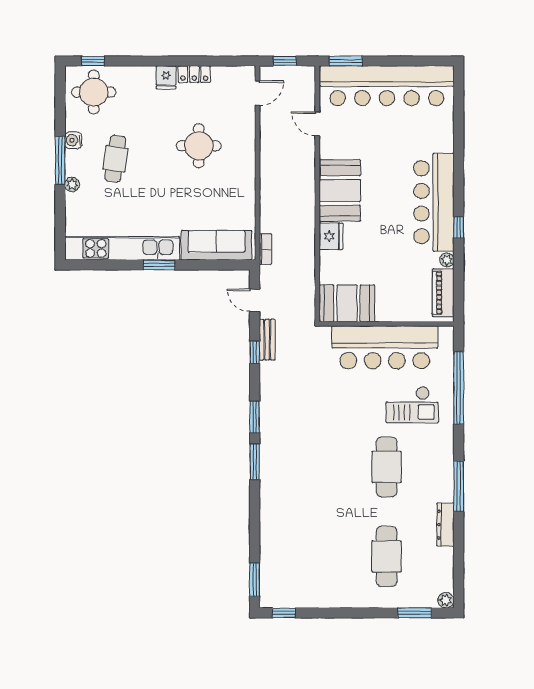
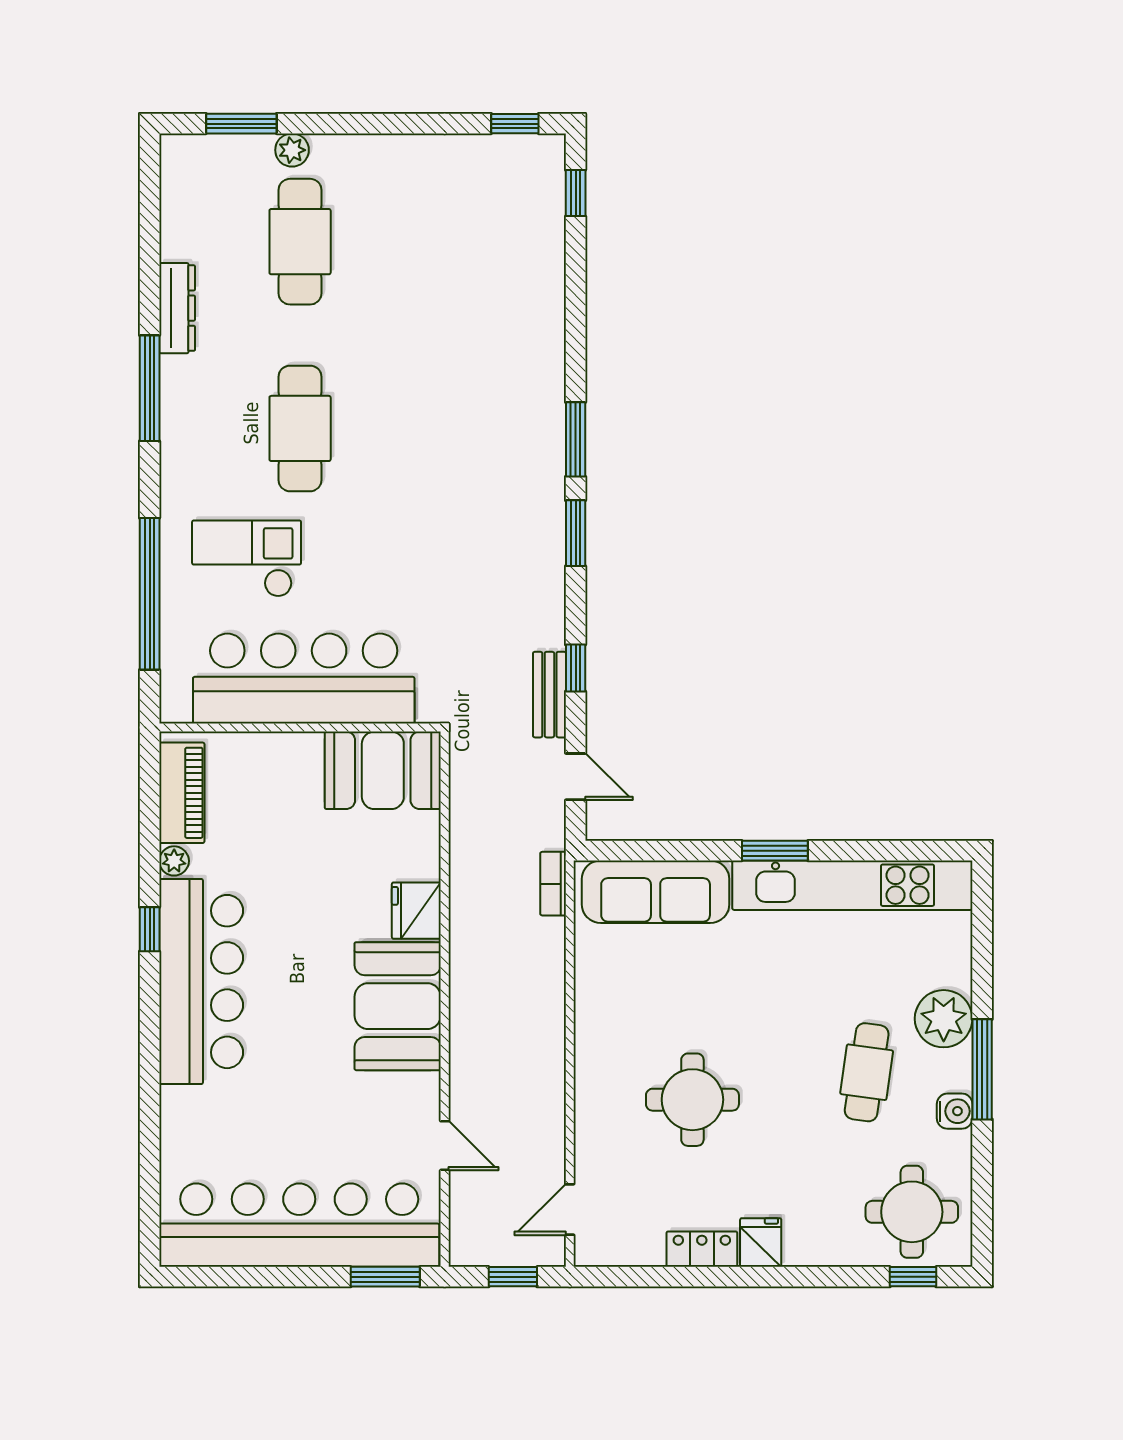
plant: (72, 184) -> (944, 1019), width x1.88, depth x1.88
window: (255, 580) -> (576, 193), width x0.67
plant: (446, 600) -> (292, 150), moved

